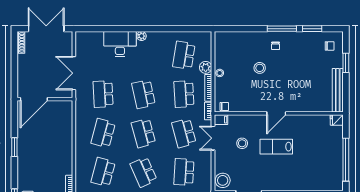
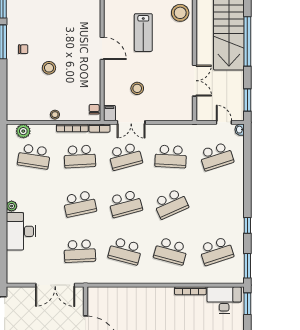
plant: (206, 67) -> (23, 131), moved
lab bench: (276, 147) -> (143, 33), moved
stool: (223, 180) -> (180, 13), moved

